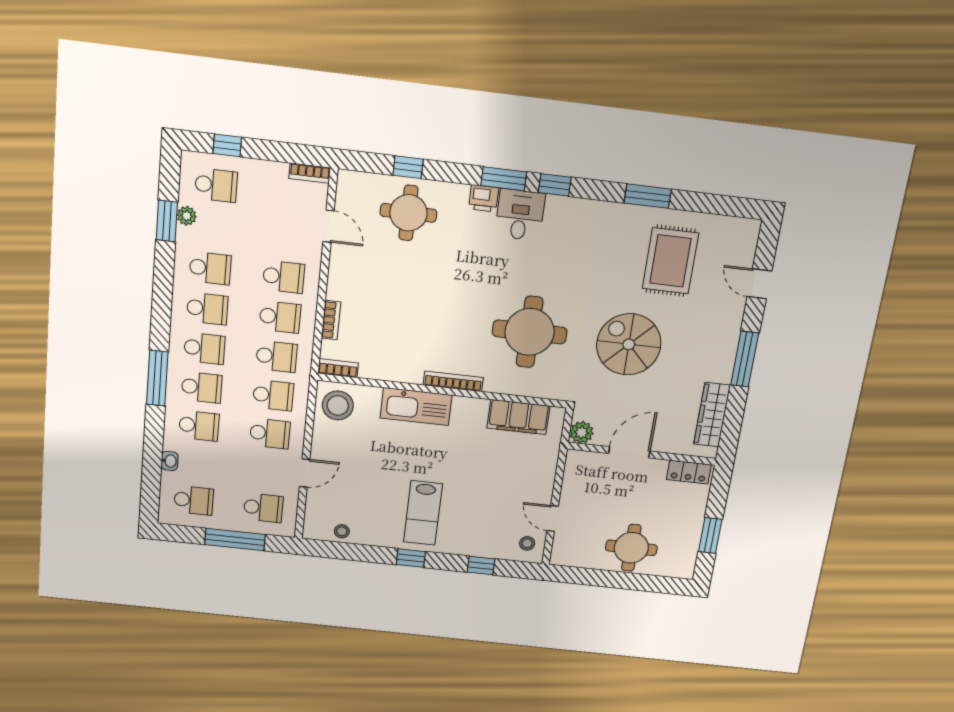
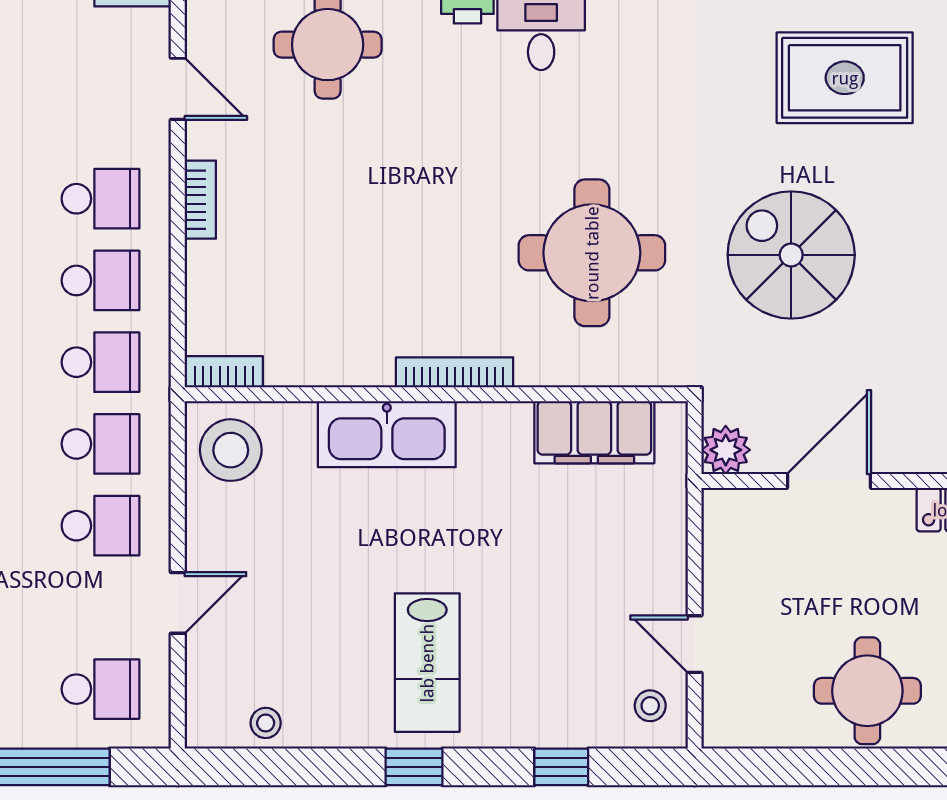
rug: (670, 261) -> (845, 78), turned 90
bookcase: (331, 320) -> (200, 200), moved

